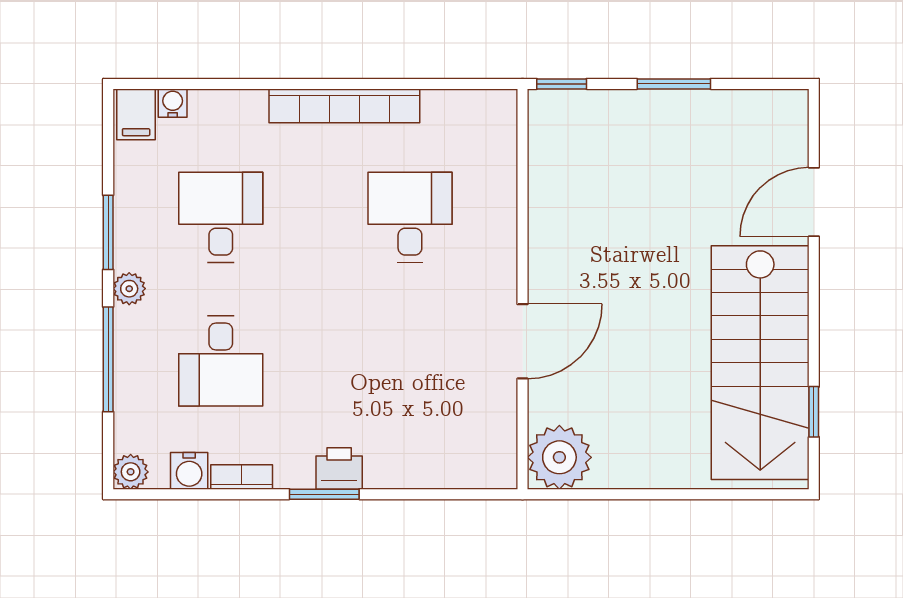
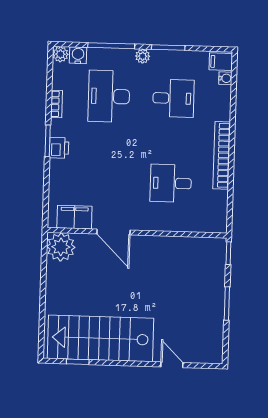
door: (814, 202) -> (172, 365), width x0.73
desk: (410, 217) -> (171, 183), turned 180
desk: (221, 361) -> (109, 96), width x1.37
filing cabinet: (492, 429) -> (74, 217), added
water cooler: (189, 471) -> (78, 55), moved, turned 90

